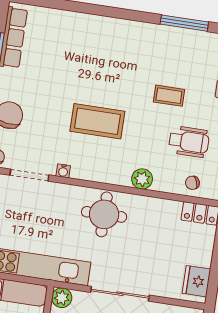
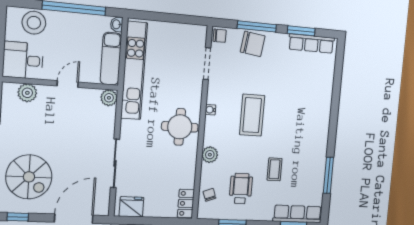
wheelchair: (189, 142) -> (241, 189), turned 180
water cooler: (63, 171) -> (210, 110), moved
sliding door: (120, 294) -> (115, 163), moved

